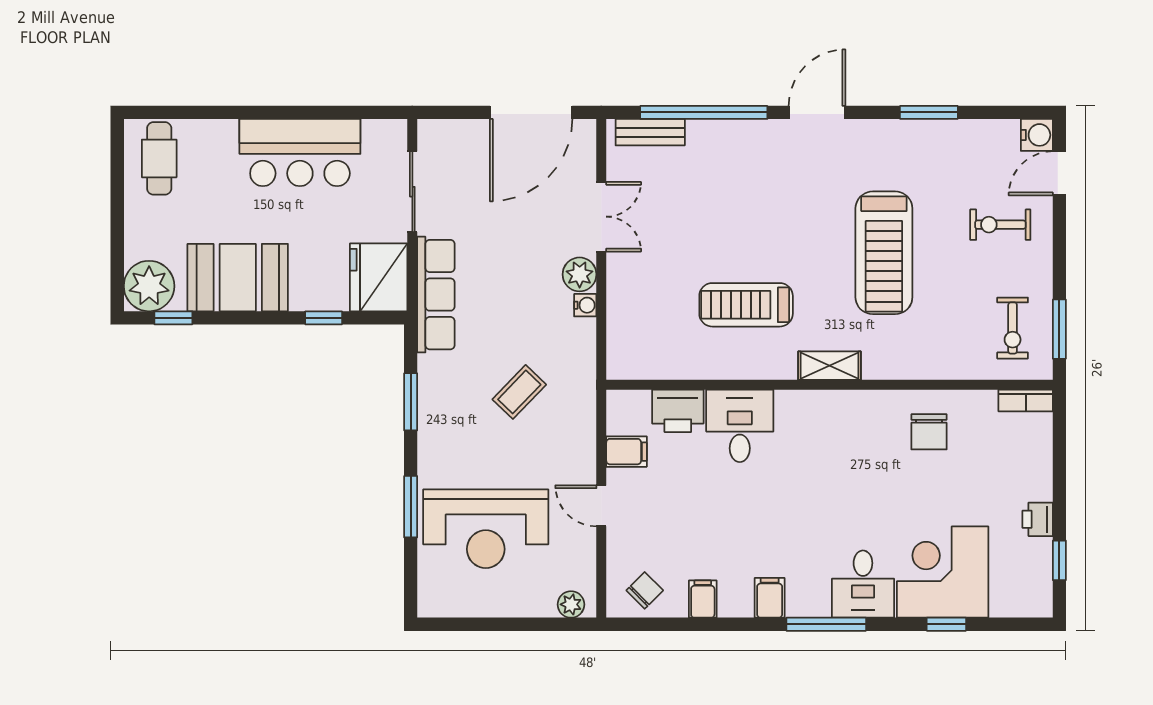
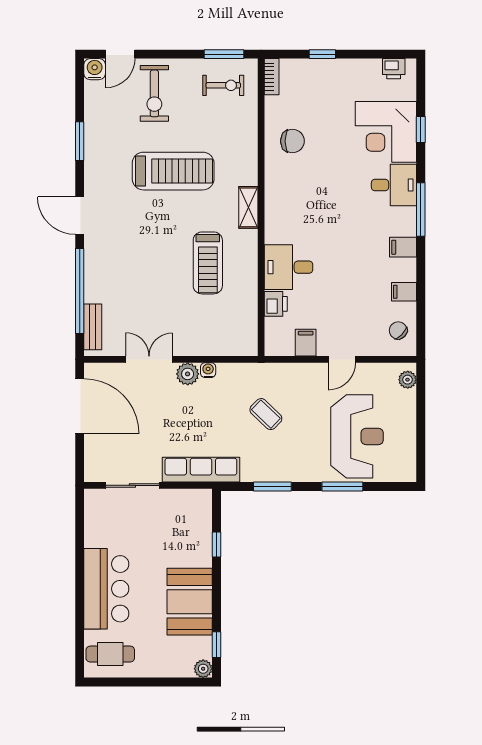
bar counter: (300, 153) -> (106, 589), moved
door: (1059, 173) -> (120, 54), hinge flipped
exercise bike: (1000, 225) -> (154, 93), width x1.38, depth x1.39
fridge: (379, 277) -> (189, 508), removed
plant: (149, 286) -> (203, 669), width x0.53, depth x0.53
printer: (678, 411) -> (276, 304), width x0.73, depth x0.81
printer: (1038, 519) -> (394, 69), moved
window: (1059, 560) -> (322, 54), moved

